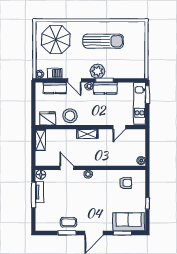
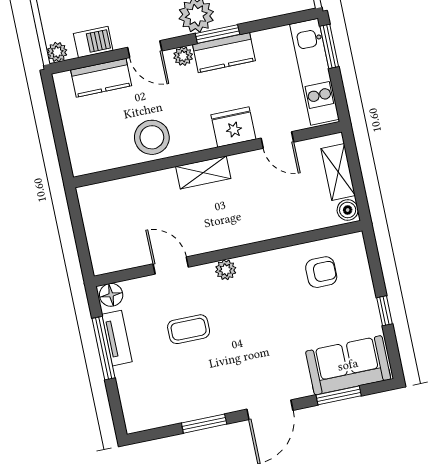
fridge: (48, 118) -> (233, 127), moved
door: (119, 127) -> (277, 140), hinge flipped
shelving: (40, 140) -> (338, 172), moved
coffee table: (69, 222) -> (189, 329), moved

